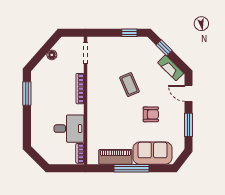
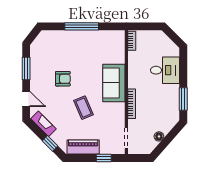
window: (129, 33) -> (104, 158), moved
armchair: (151, 114) -> (63, 79), turned 180
desk: (69, 129) -> (165, 70), moved, turned 180
sofa: (152, 153) -> (114, 83), moved, turned 90
piano: (115, 157) -> (83, 147), moved, turned 180

